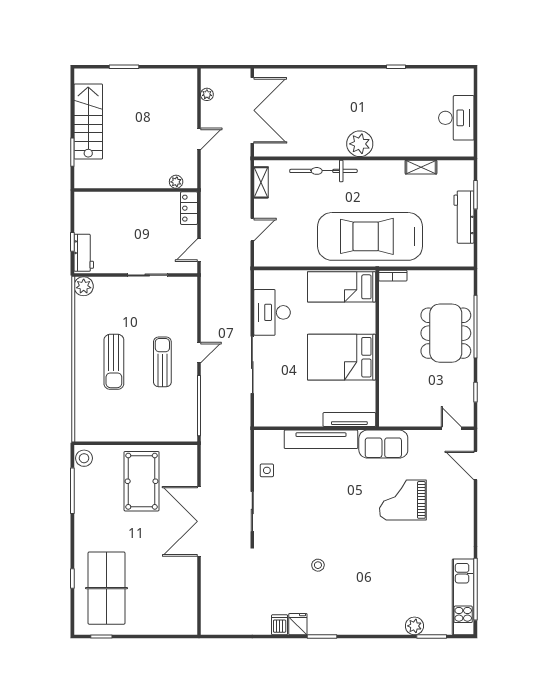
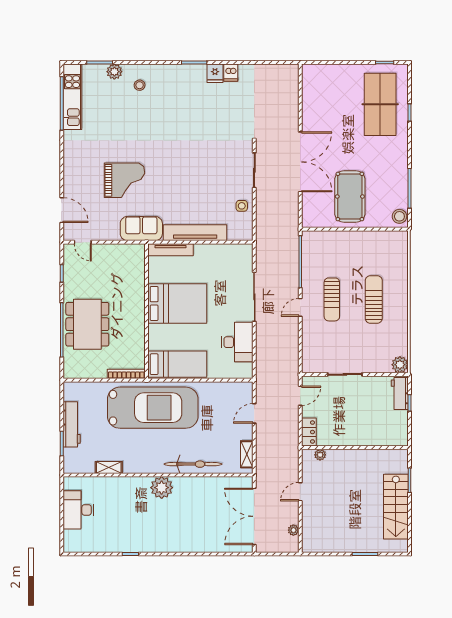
bookcase: (393, 276) -> (126, 374), width x1.56
stool: (318, 565) -> (140, 85), moved

